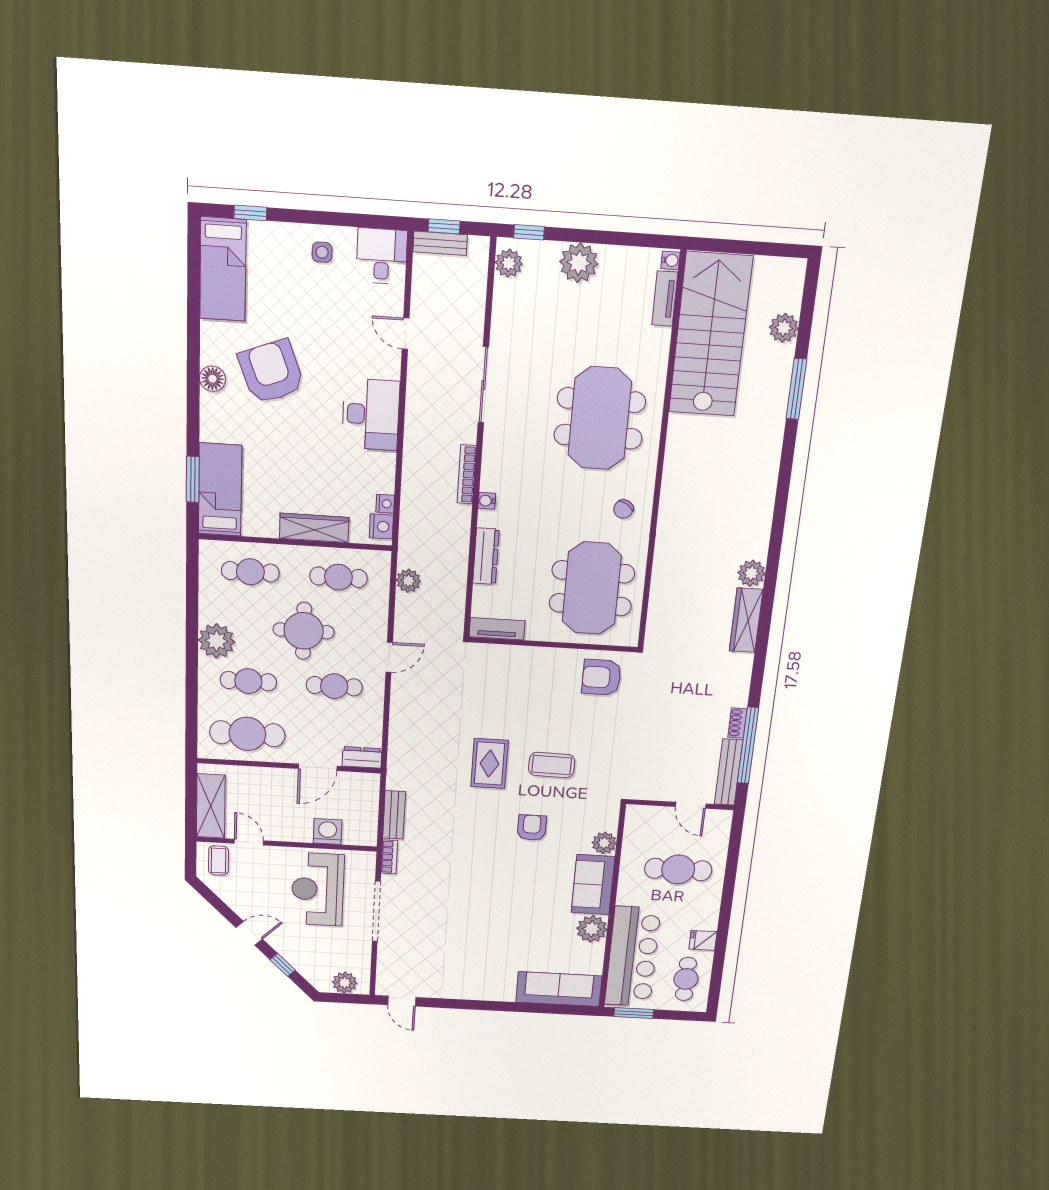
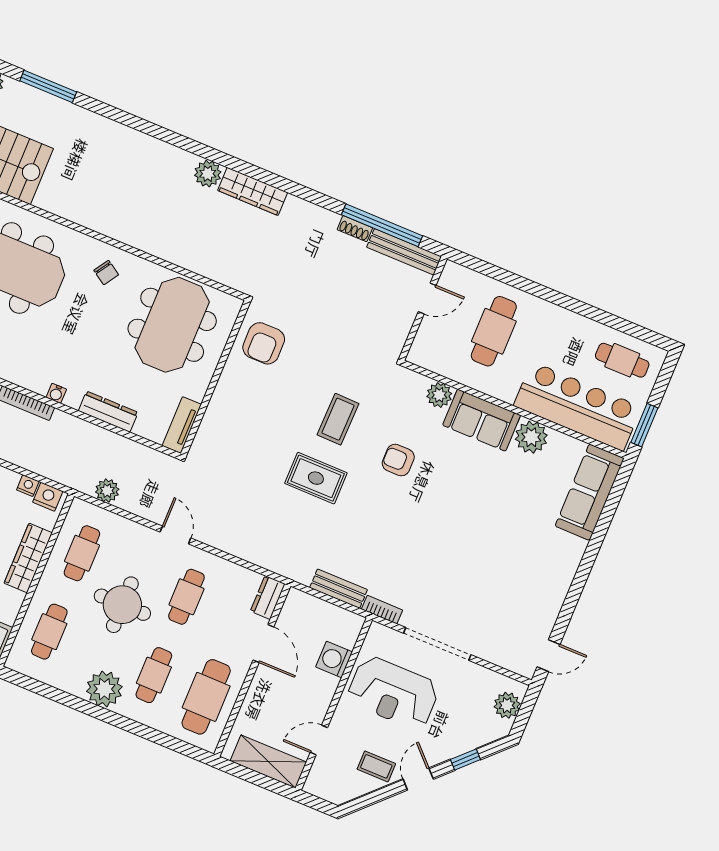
meeting table: (592, 588) -> (172, 325), turned 90
coffee table: (219, 860) -> (376, 766), moved
fridge: (703, 940) -> (583, 330), removed

